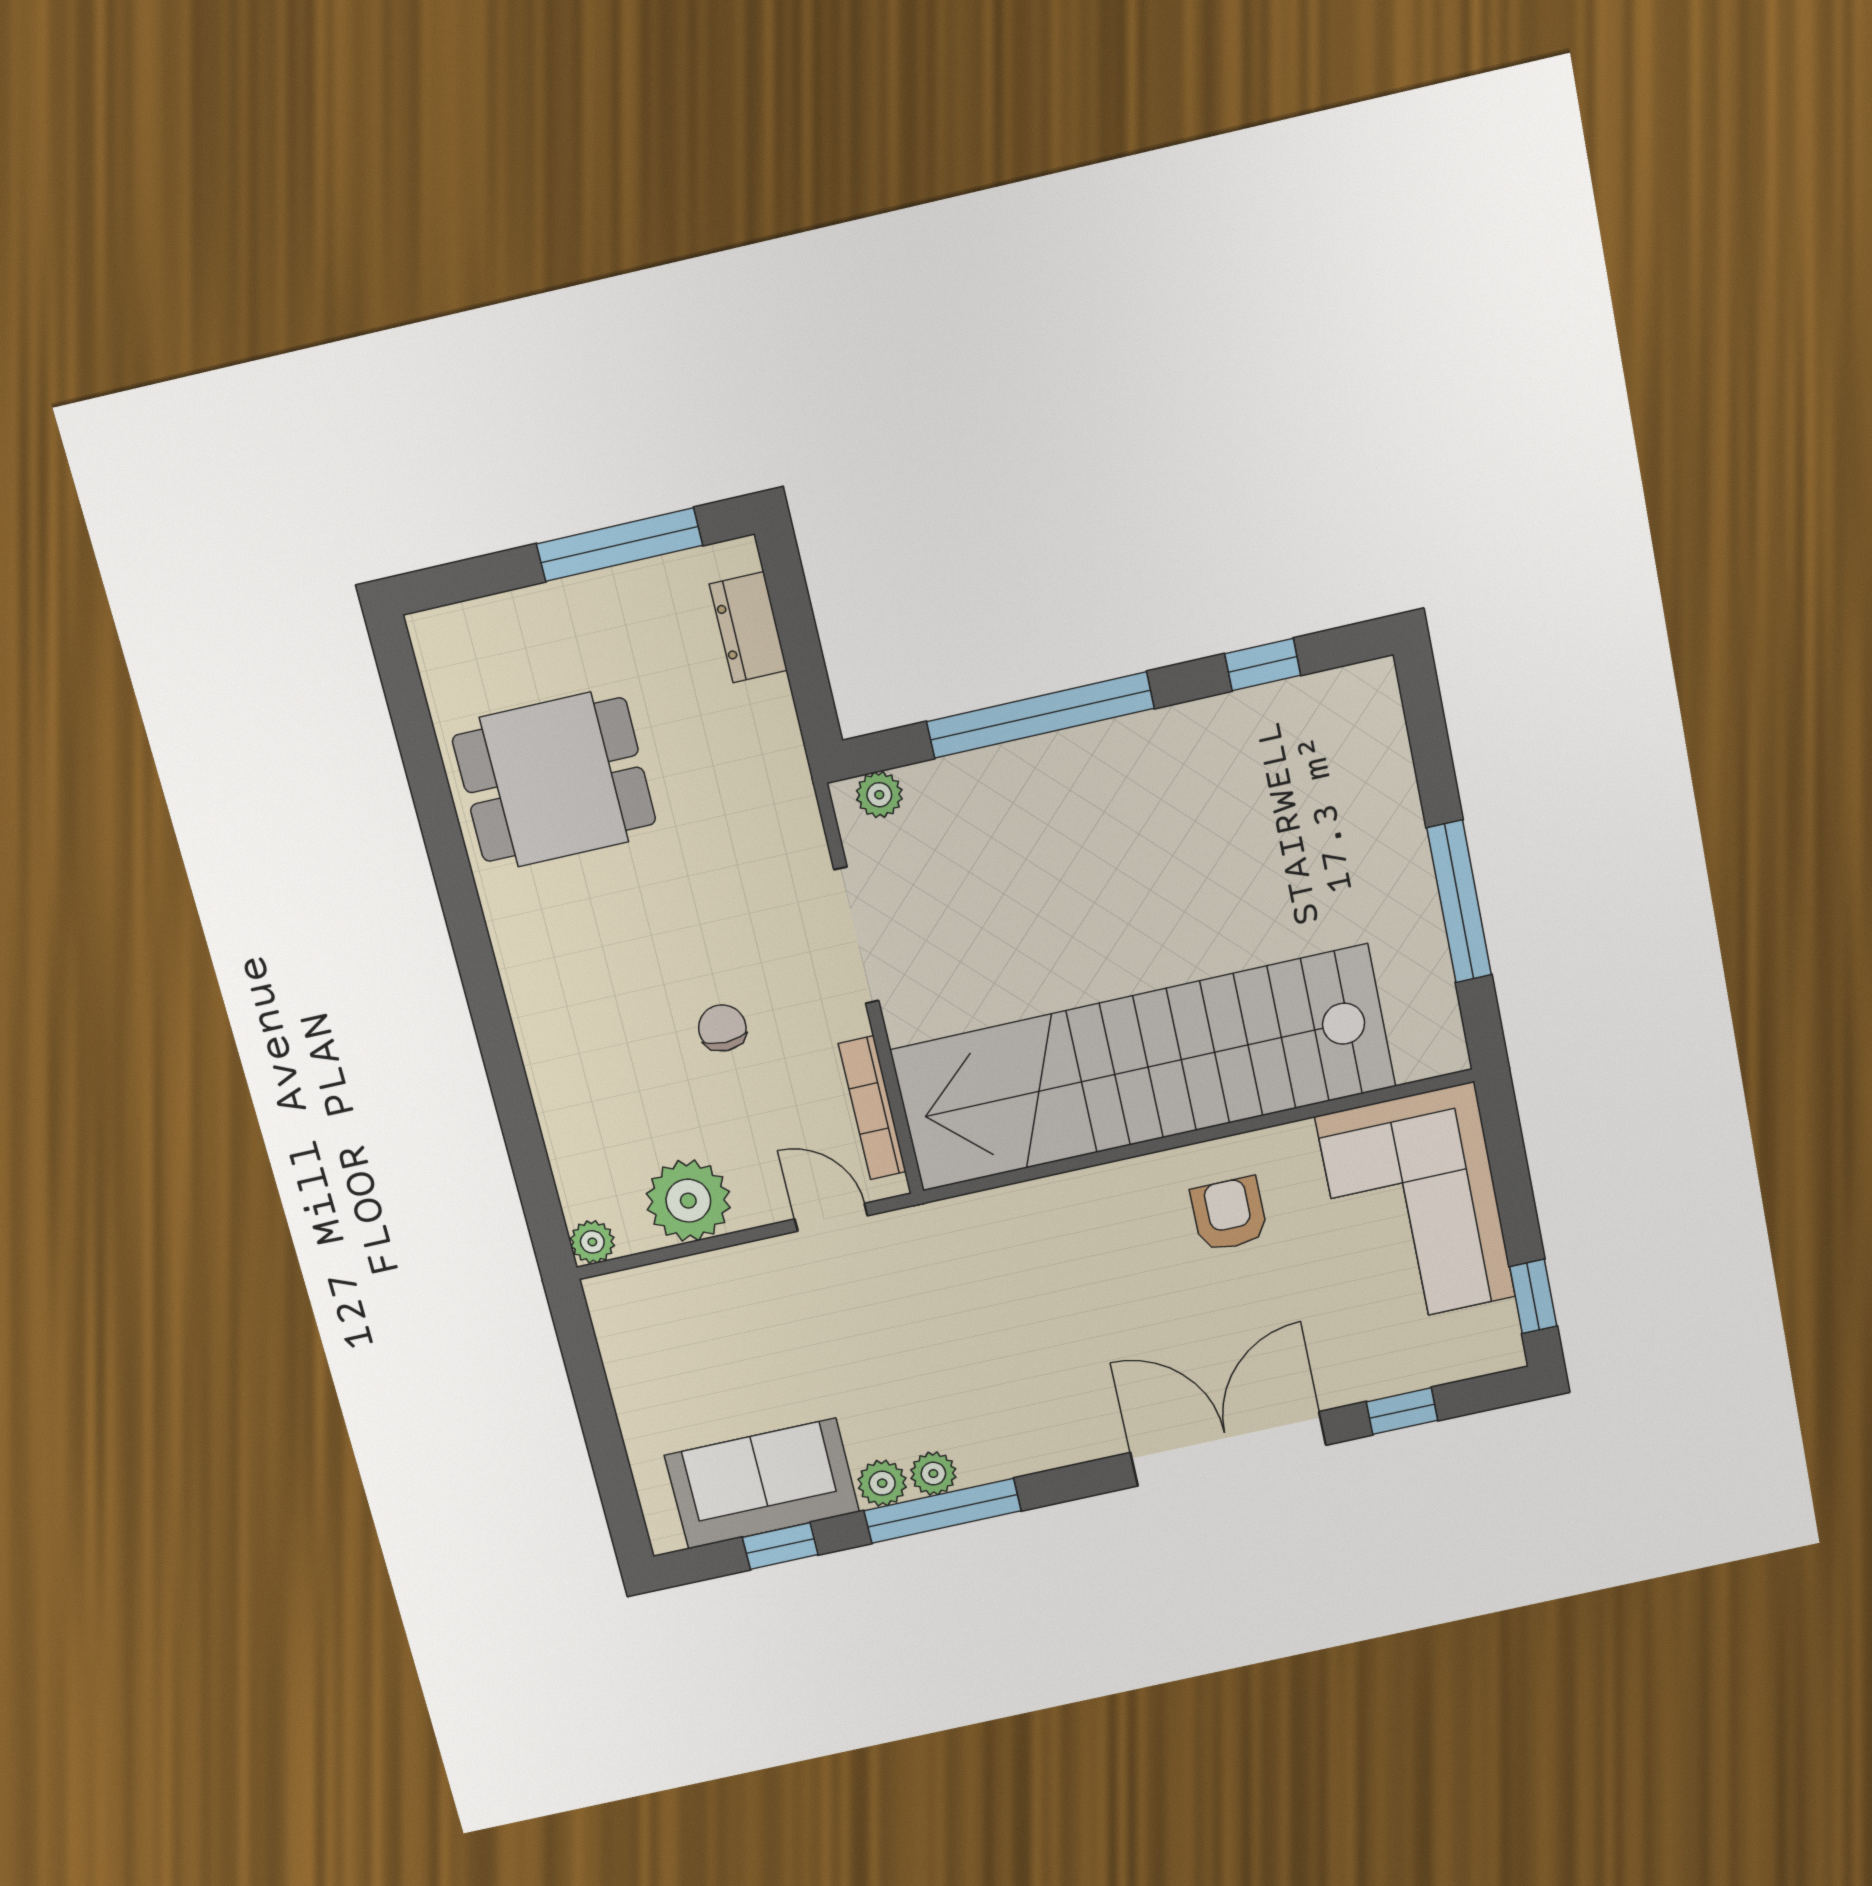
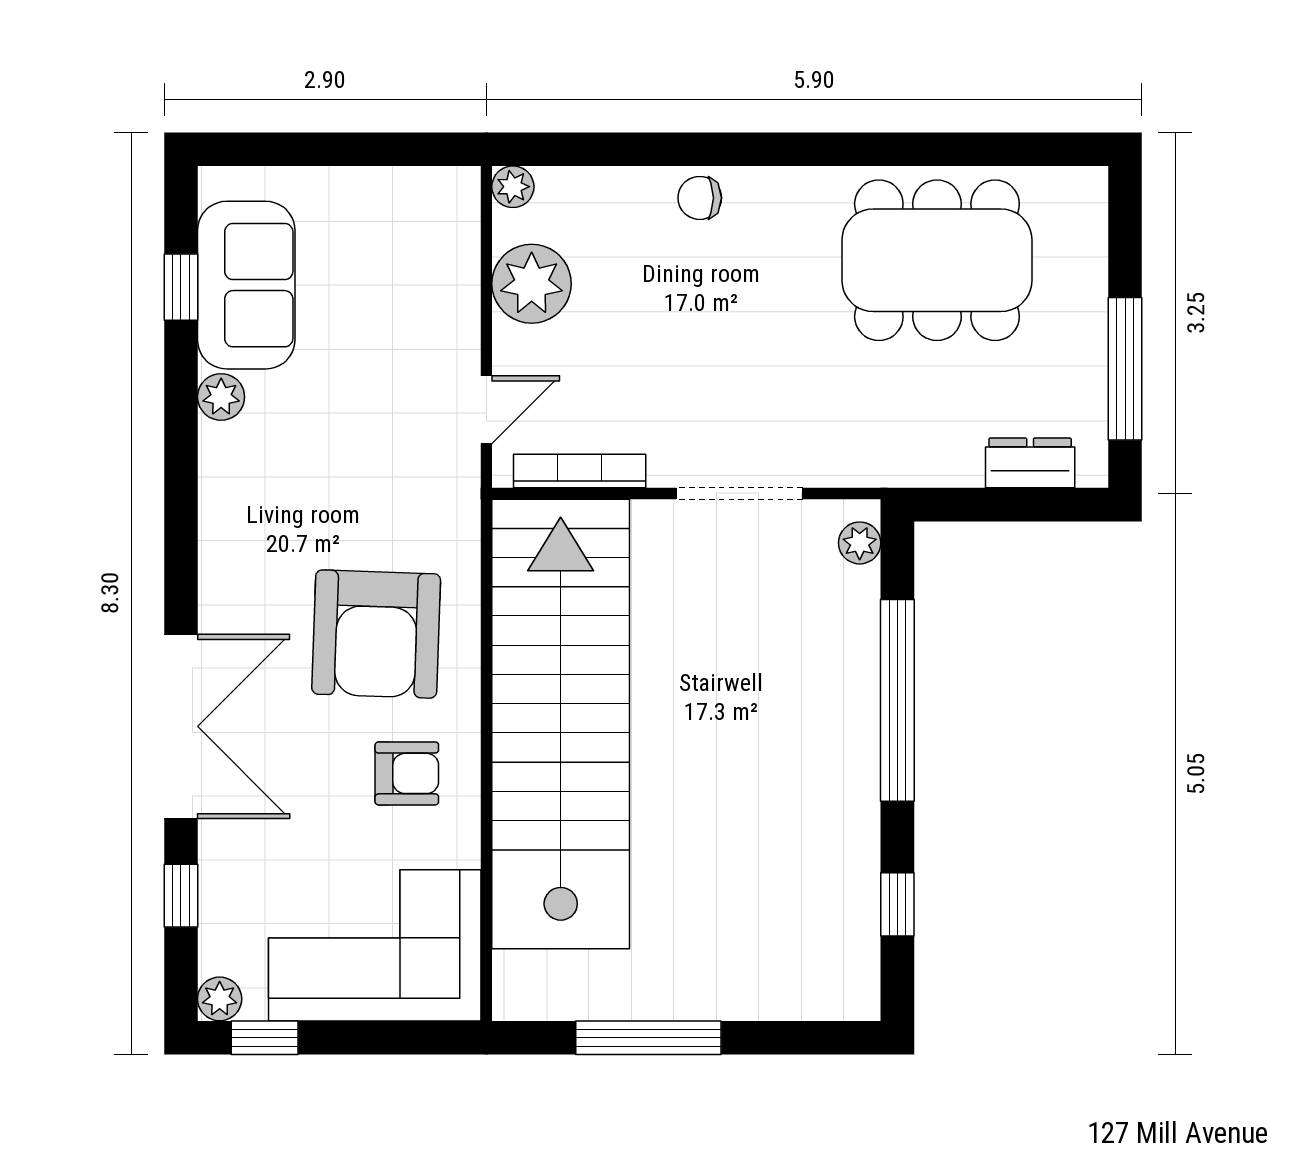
dining table: (554, 780) -> (937, 260), width x1.37
chair: (722, 1028) -> (700, 198), moved, turned 180
armchair: (1090, 1277) -> (376, 634), added
plant: (933, 1474) -> (220, 999), moved
window: (943, 1511) -> (181, 447), removed

